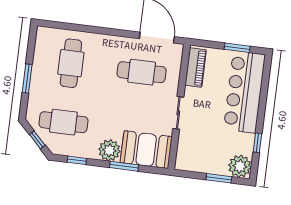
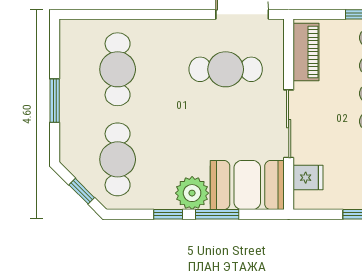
sliding door: (178, 113) -> (289, 124), width x1.37
cafe table: (63, 122) -> (118, 159), turned 90
fridge: (186, 150) -> (308, 178), added
window: (77, 160) -> (168, 214), moved

